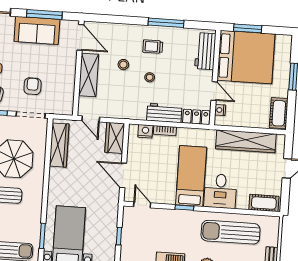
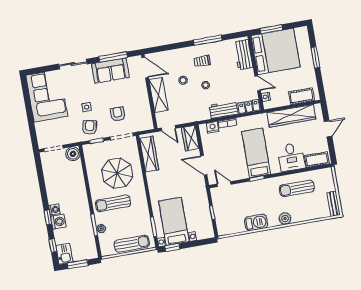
cot: (279, 113) -> (302, 96), moved, turned 90
desk: (220, 191) -> (291, 157), moved
sun lounger: (231, 232) -> (297, 188), width x0.73, depth x0.75

